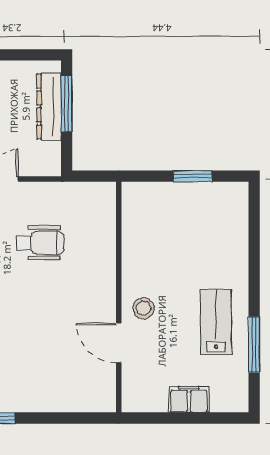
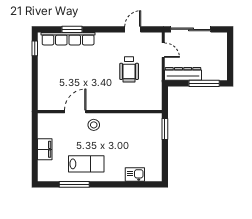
dresser: (49, 107) -> (183, 74), moved
window: (193, 176) -> (165, 129), moved
kitchen sink: (236, 232) -> (135, 175), added

